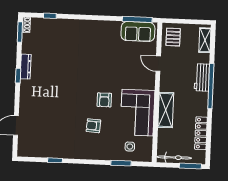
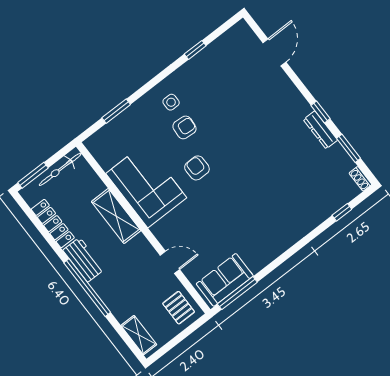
window: (20, 32) -> (349, 148), moved
workbench: (202, 77) -> (84, 260), moved
side table: (130, 147) -> (171, 102), moved

